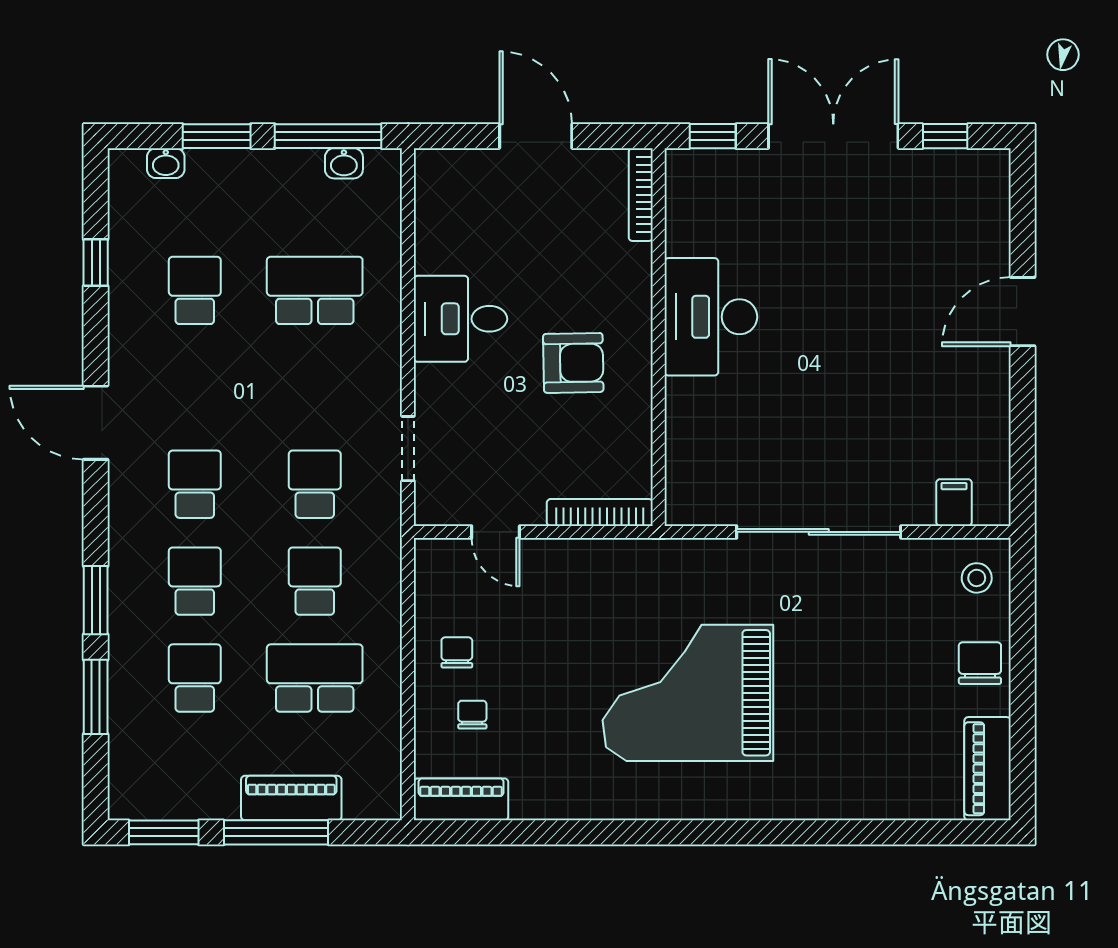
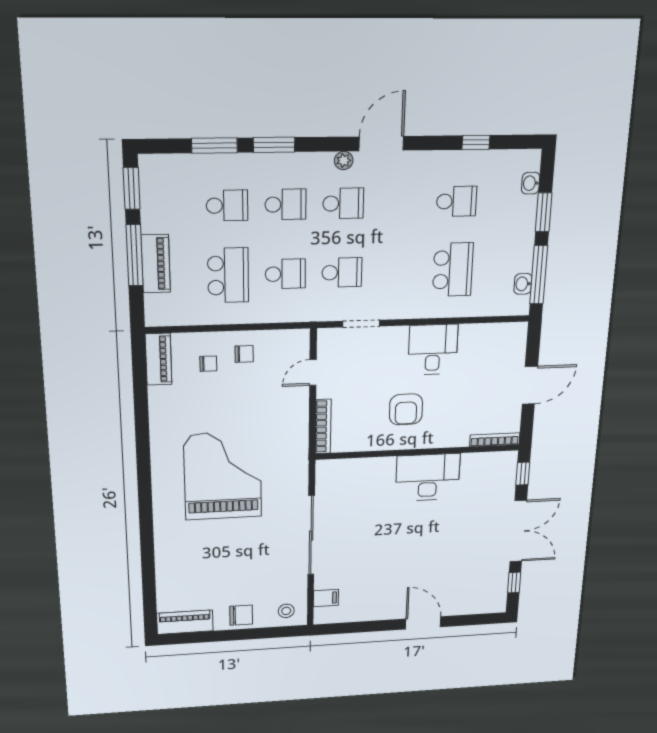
plant: (123, 485) -> (344, 161), added

